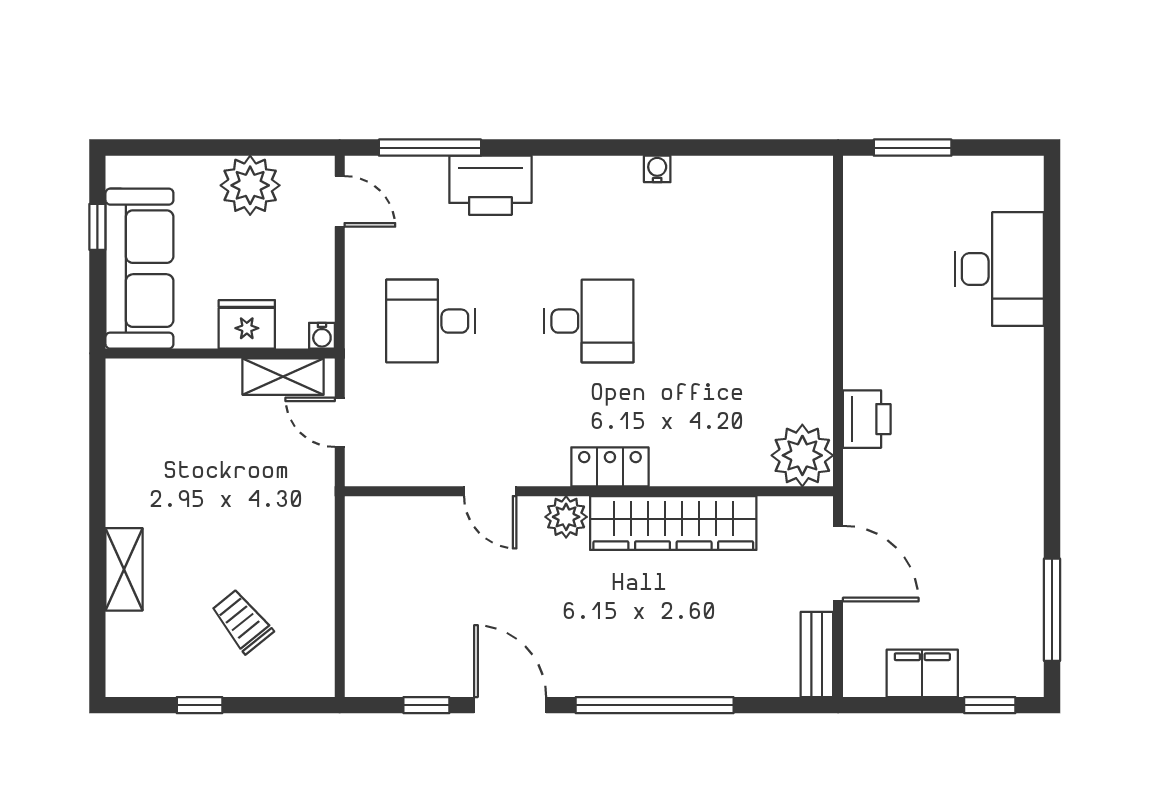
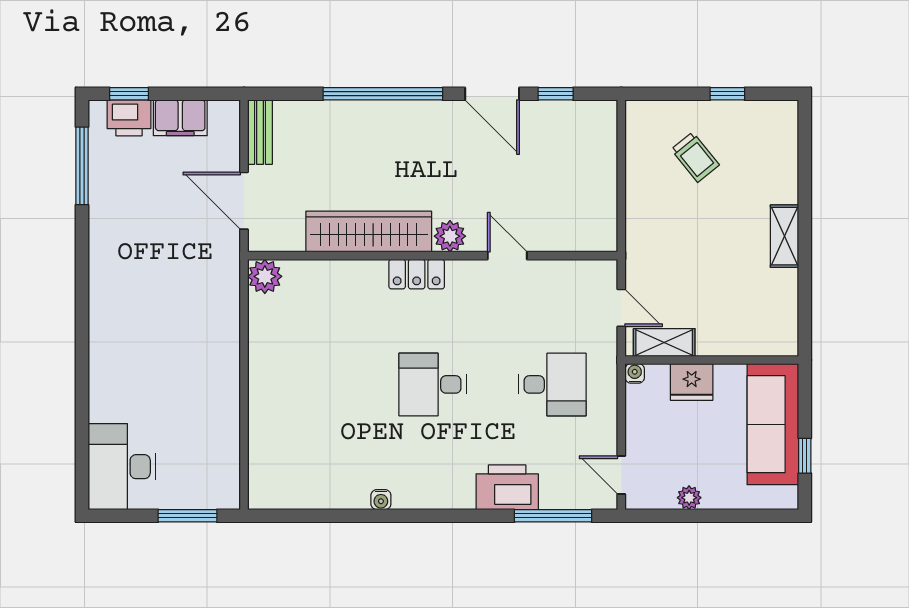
plant: (250, 185) -> (689, 498), width x0.53, depth x0.53
desk: (999, 269) -> (122, 467), moved
printer: (867, 419) -> (129, 118), moved, turned -90
plant: (802, 455) -> (265, 276), width x0.73, depth x0.73
shelving: (124, 569) -> (785, 236), moved

